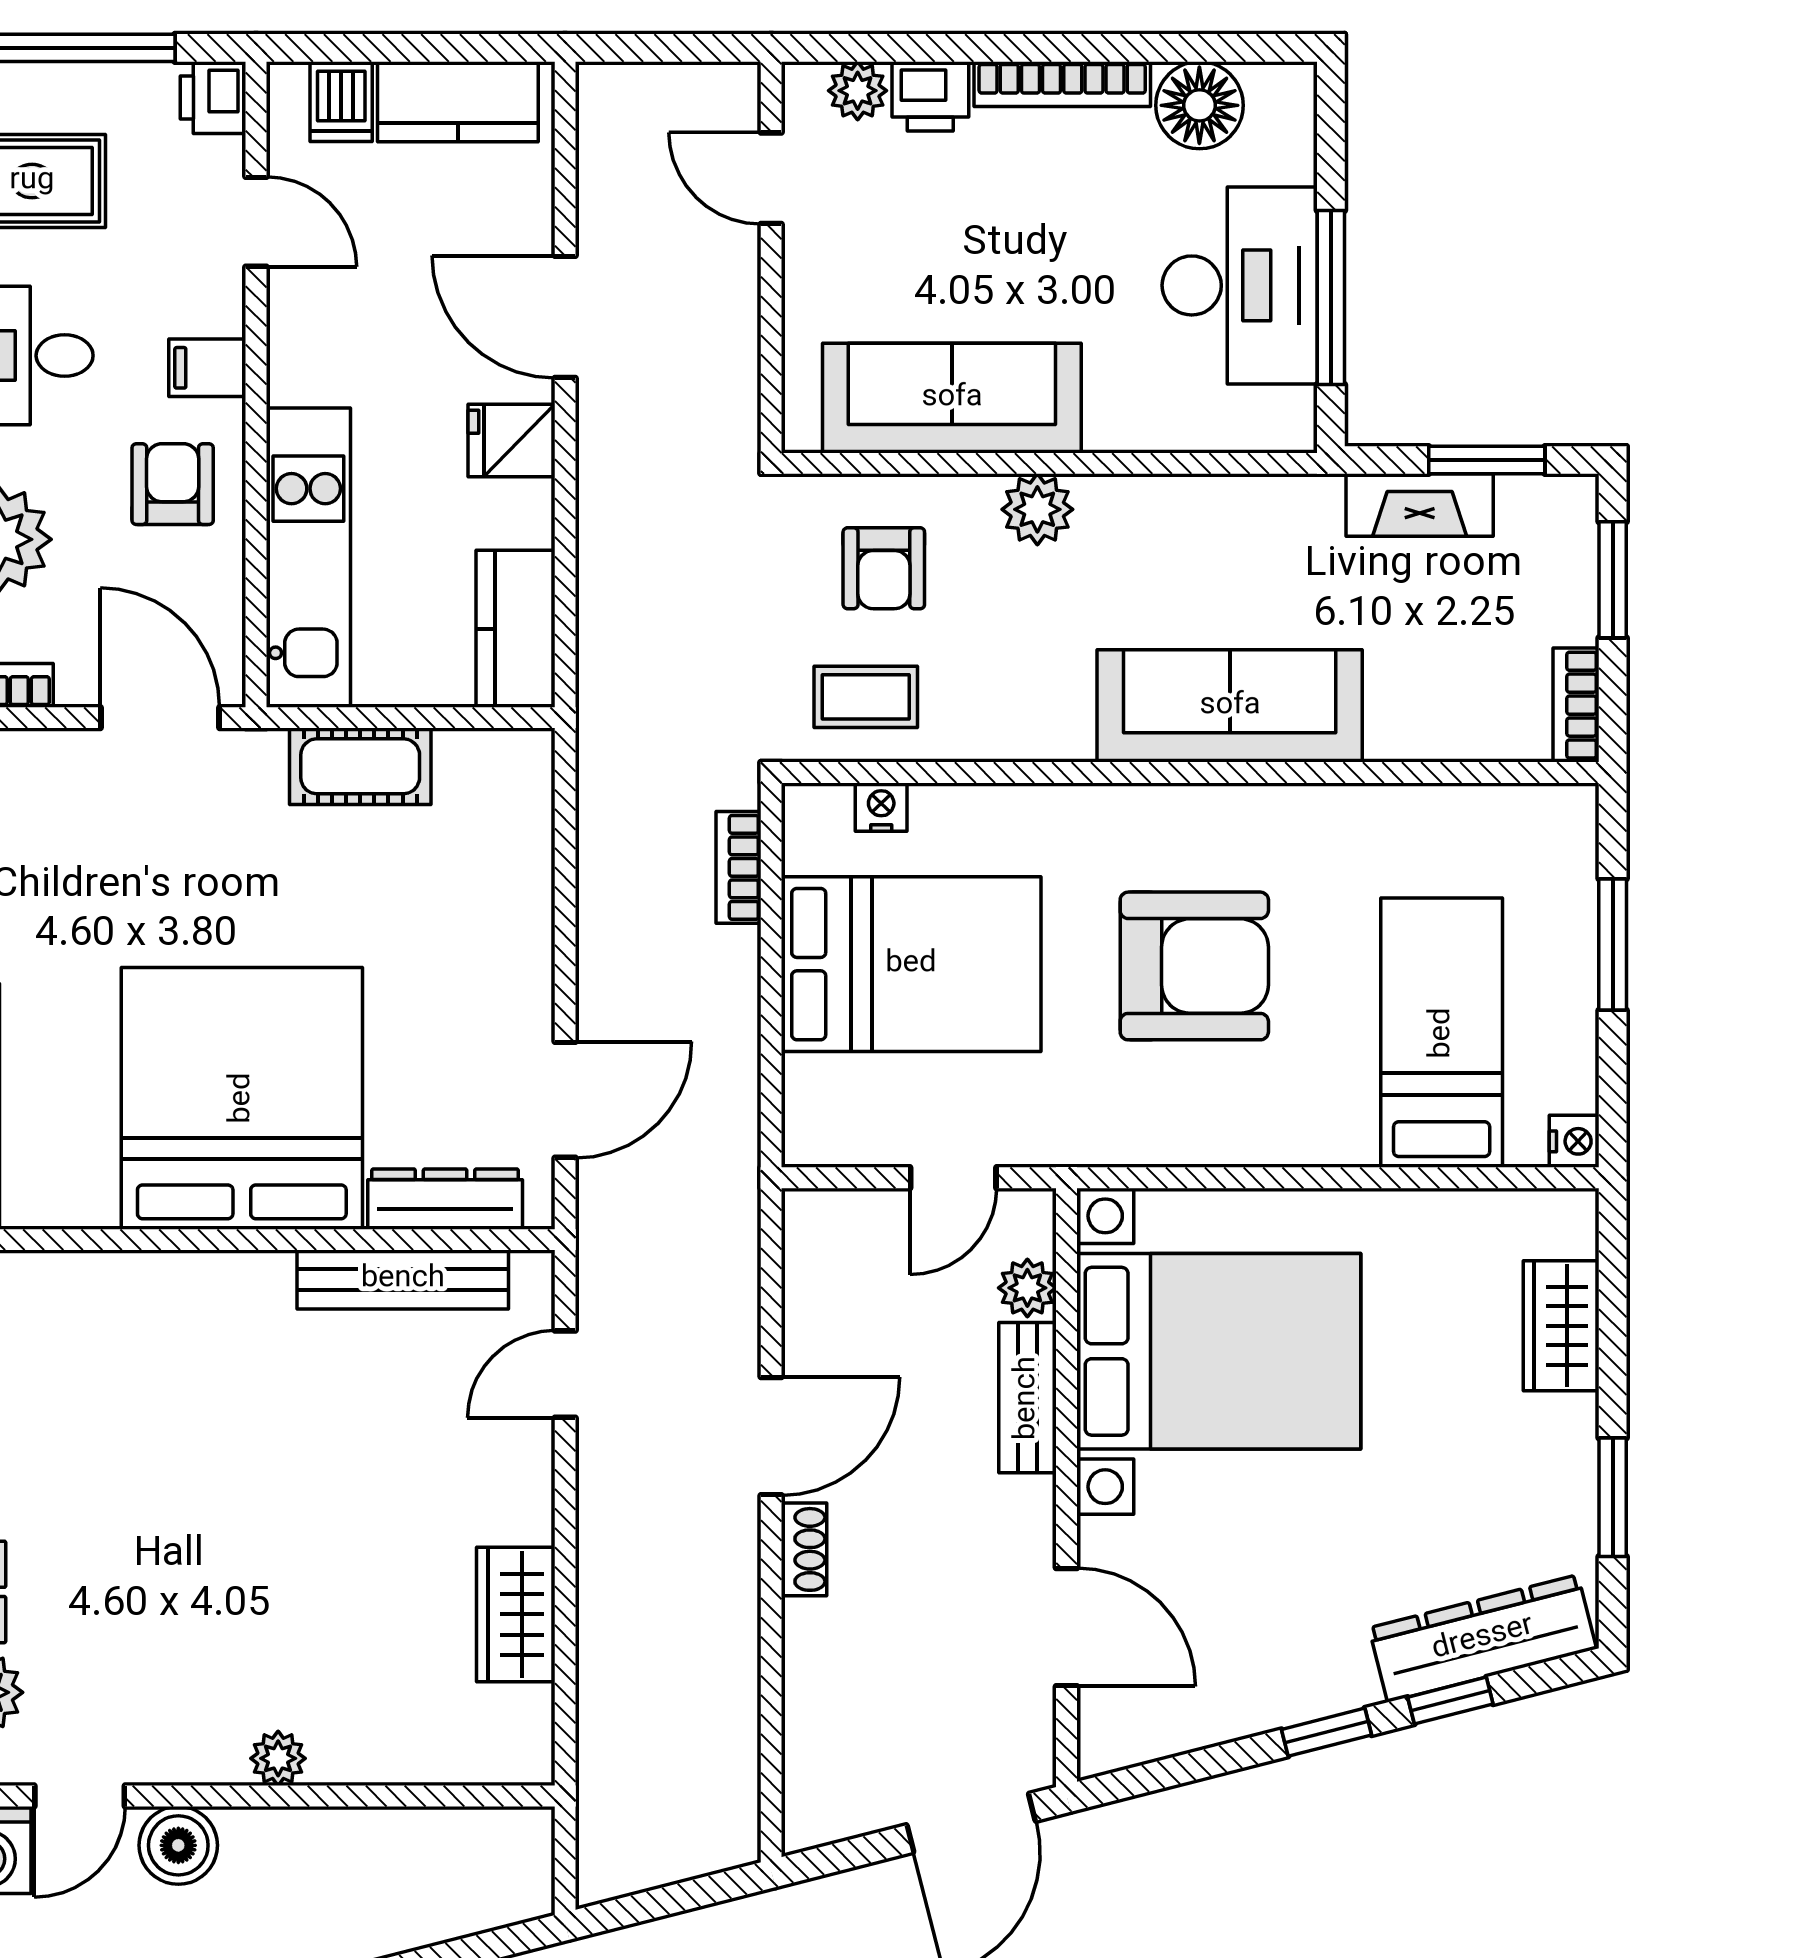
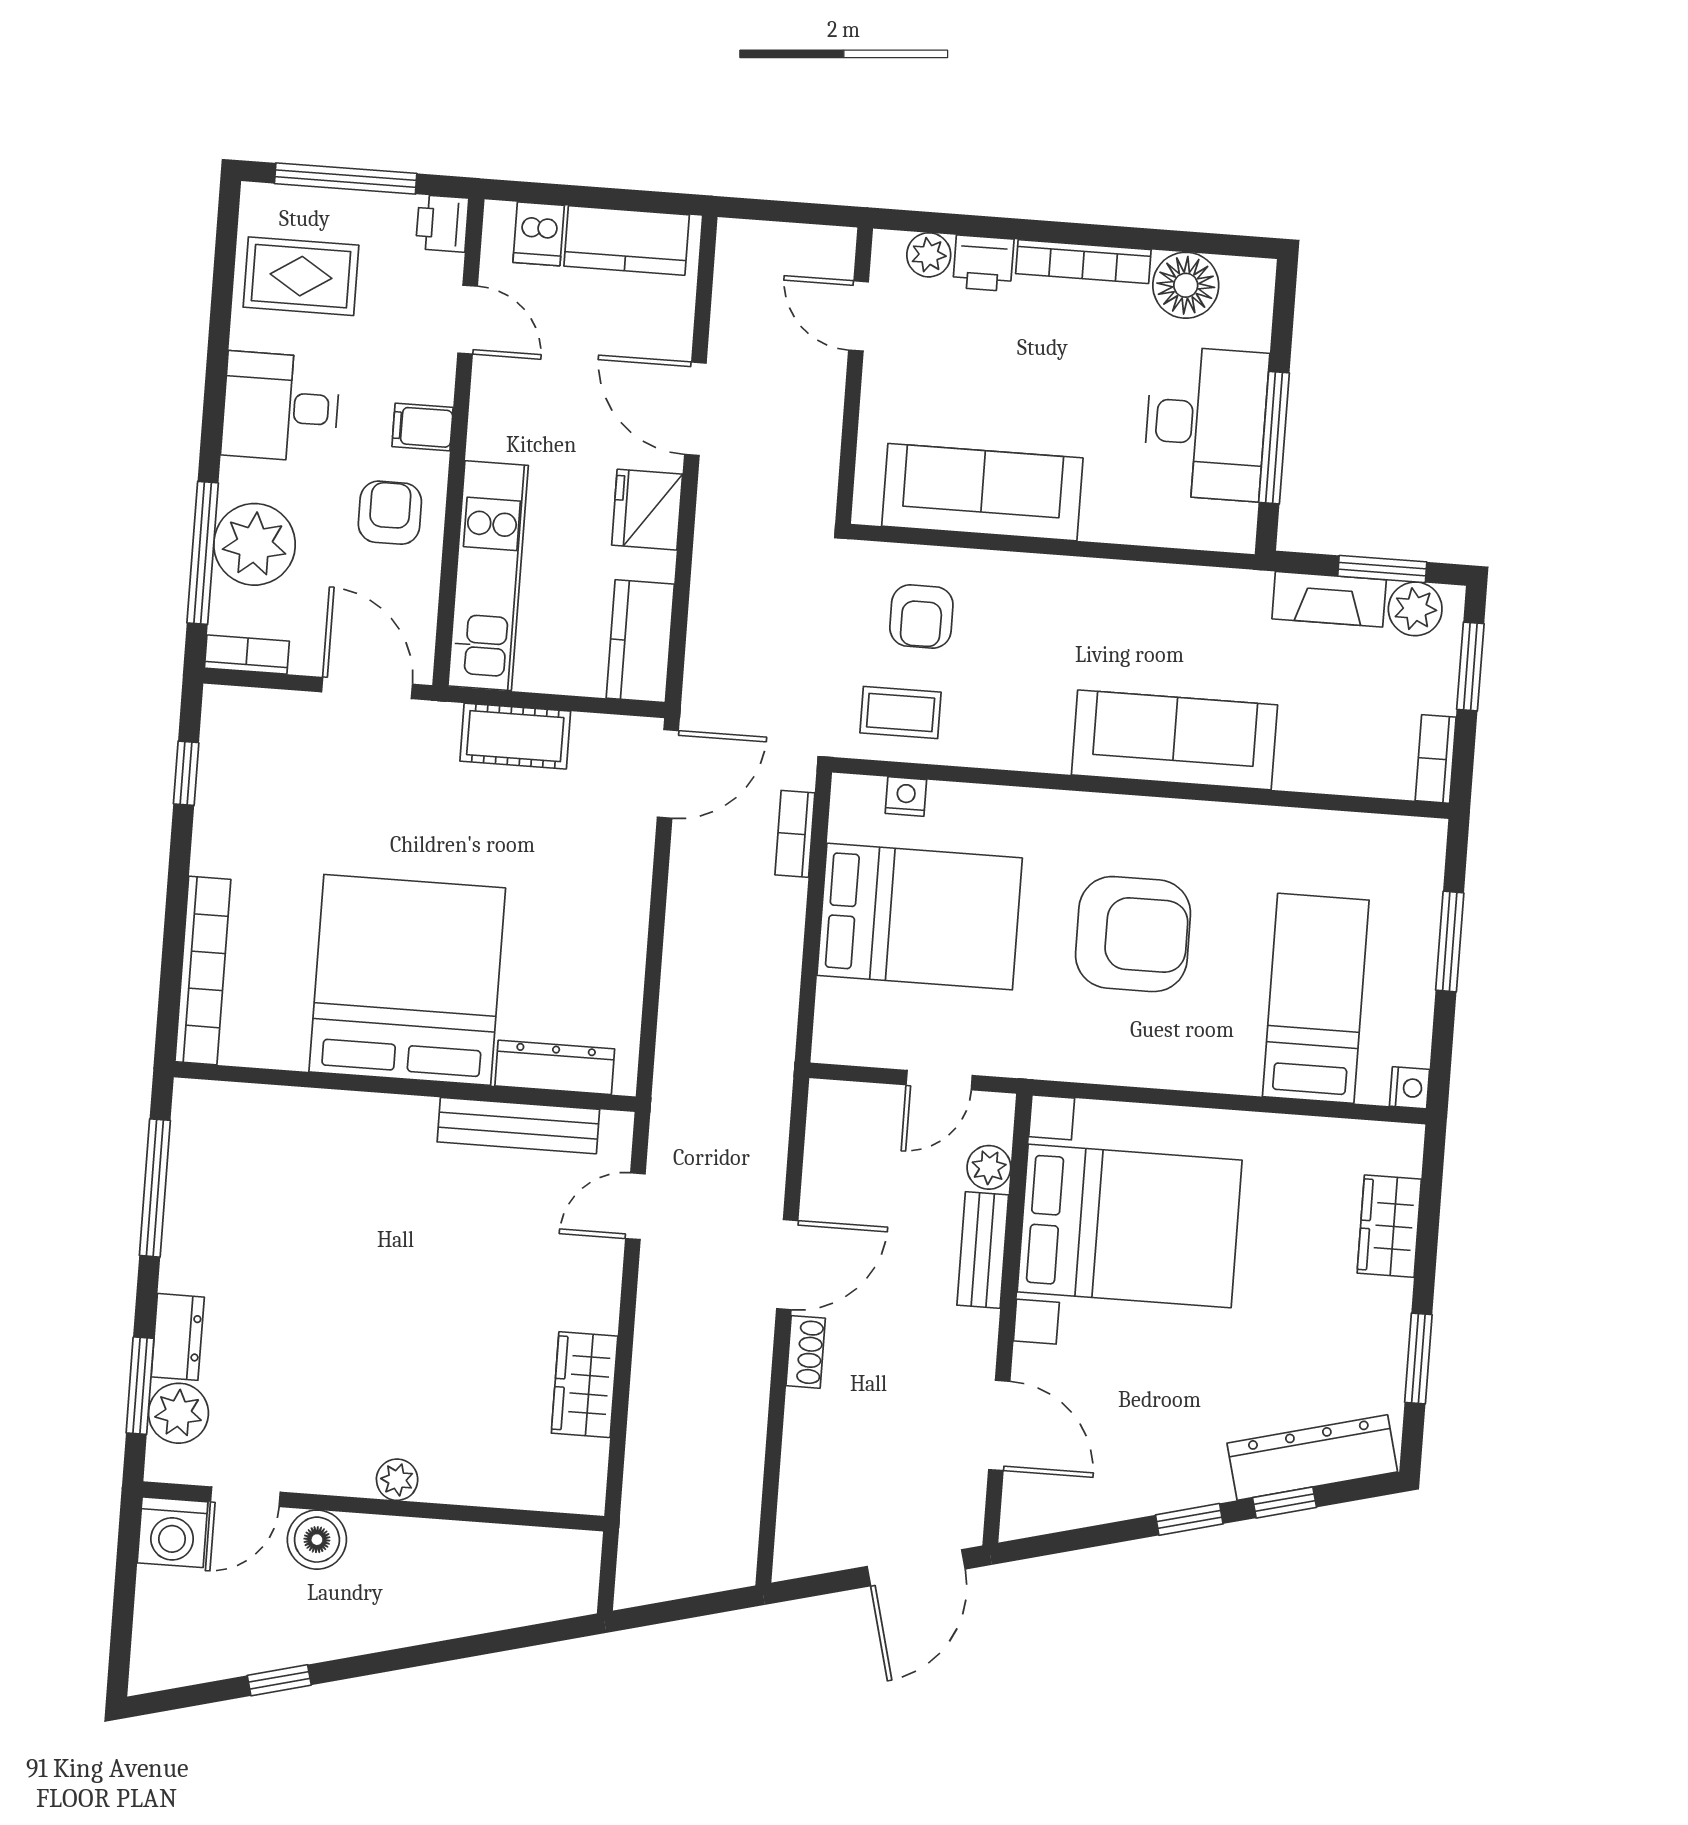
fridge: (511, 441) -> (647, 510), width x1.38
plant: (1037, 509) -> (1415, 609), moved
door: (565, 1100) -> (668, 774), moved

